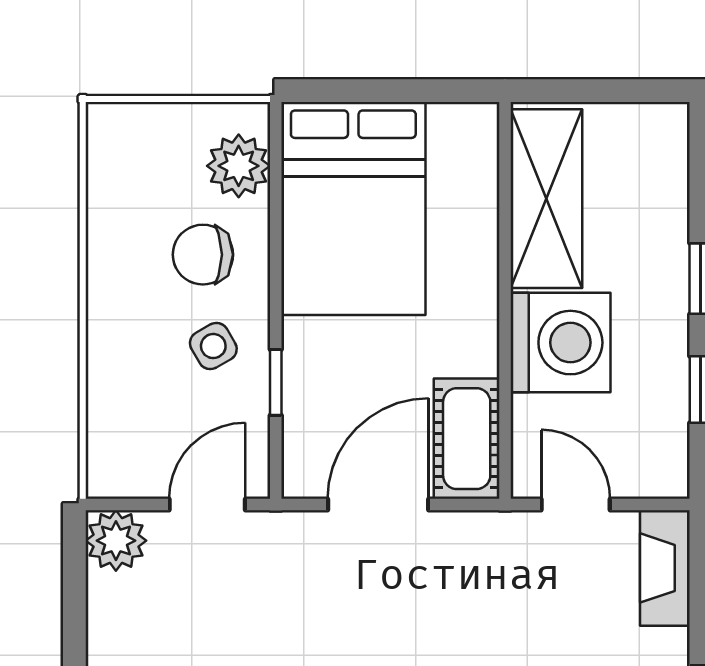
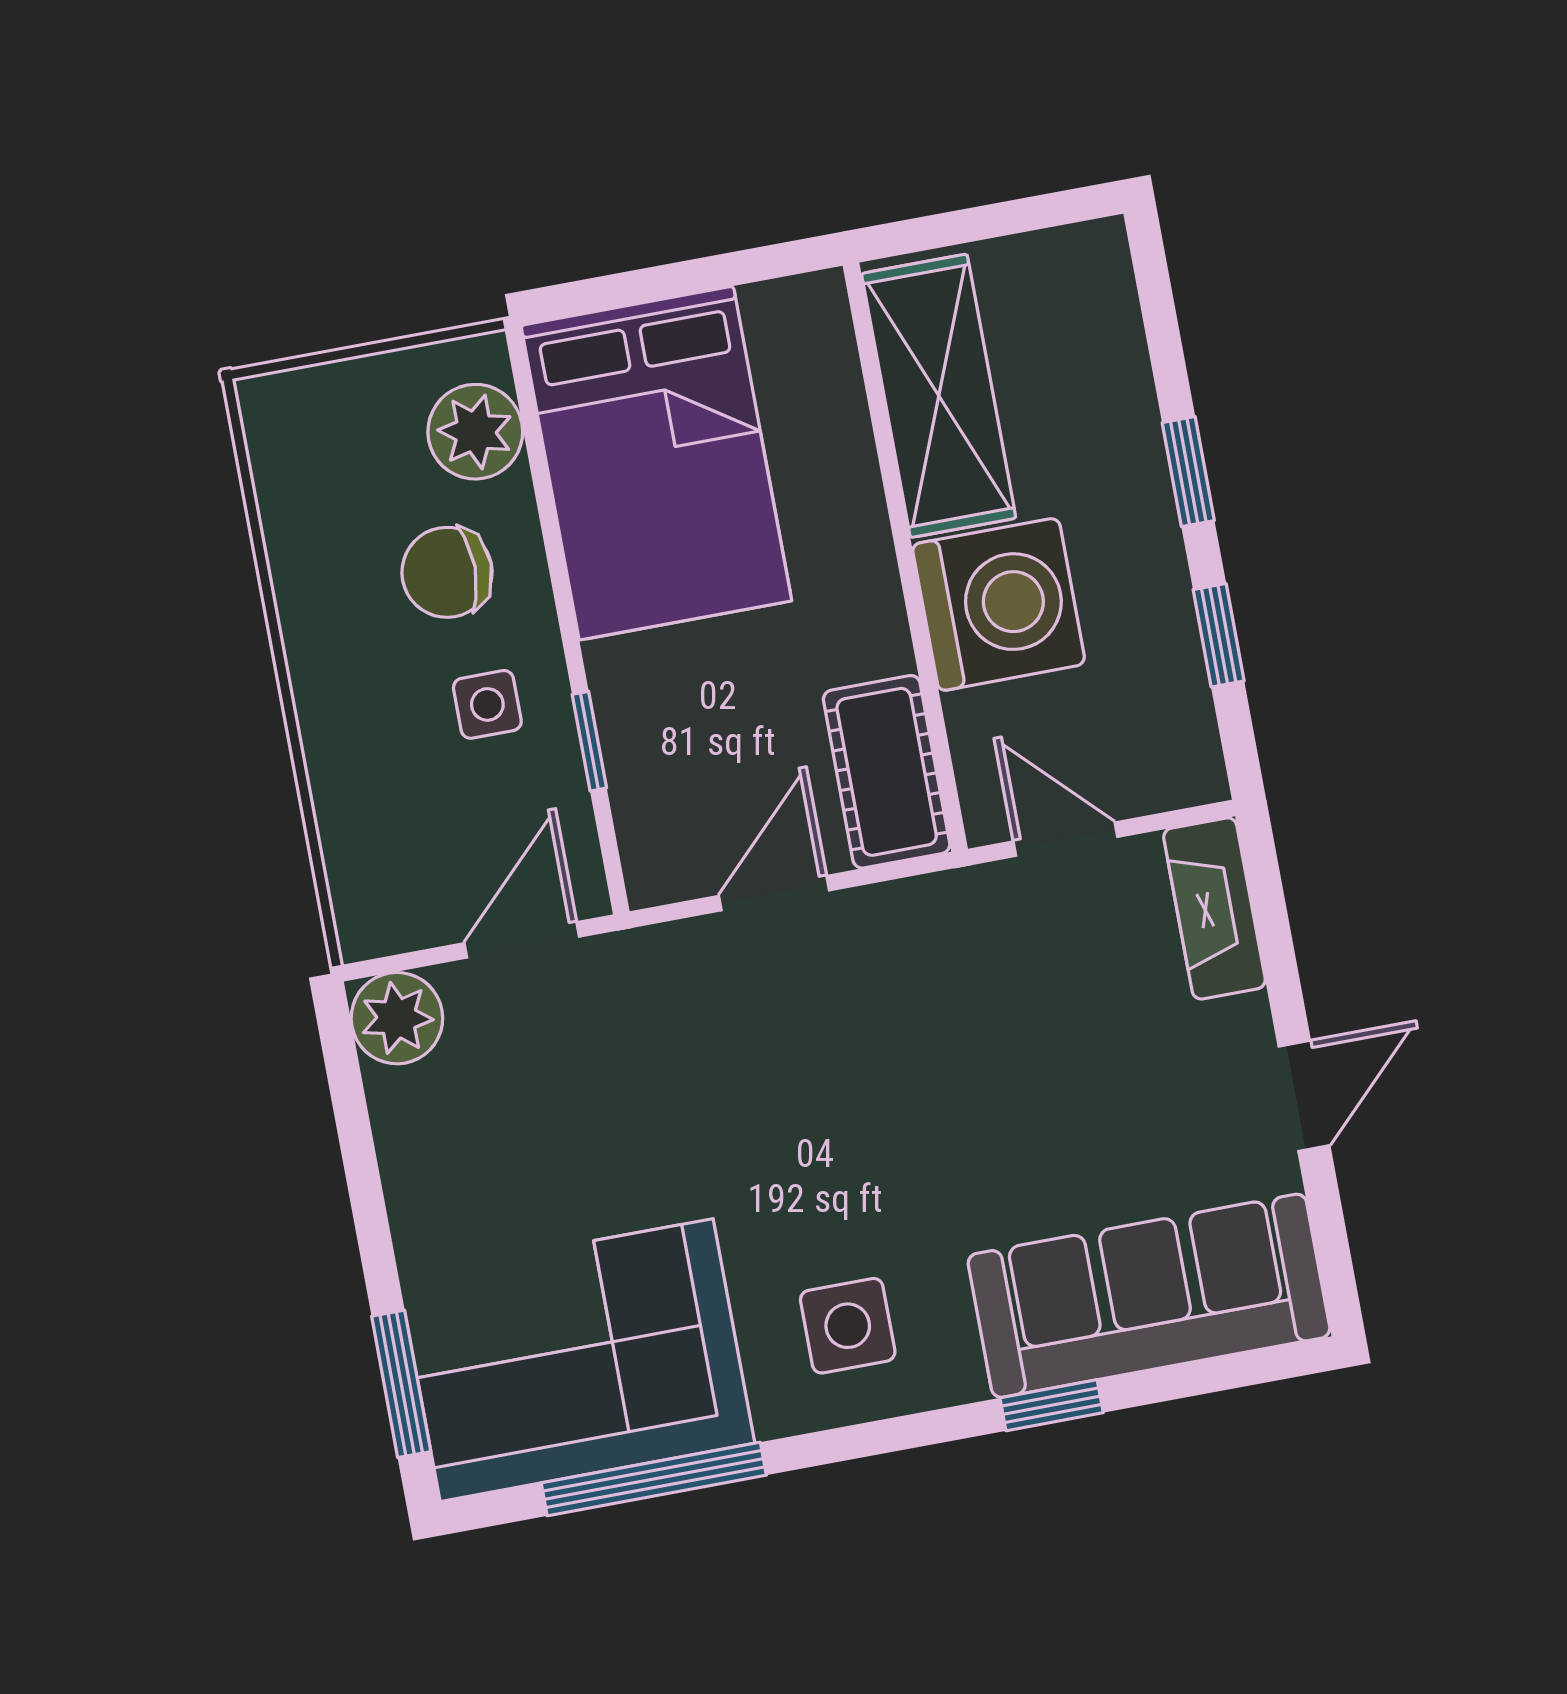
side table: (213, 346) -> (487, 704), turned 30
door: (378, 504) -> (774, 893), width x0.73

